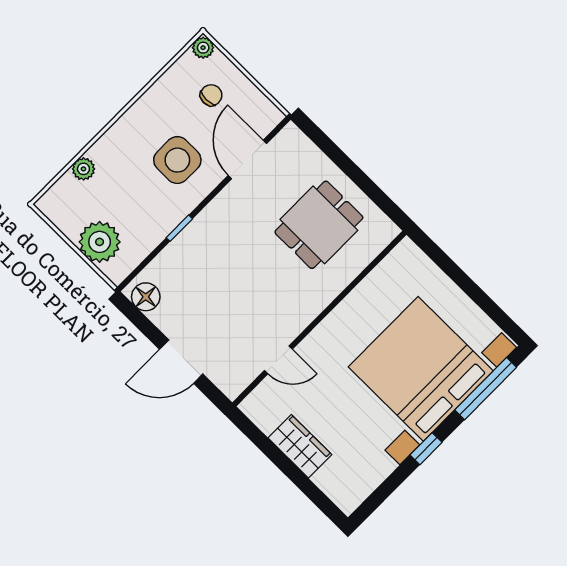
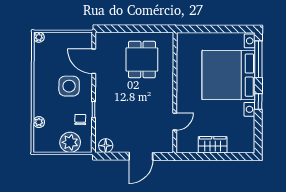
chair: (211, 95) -> (80, 120), moved

